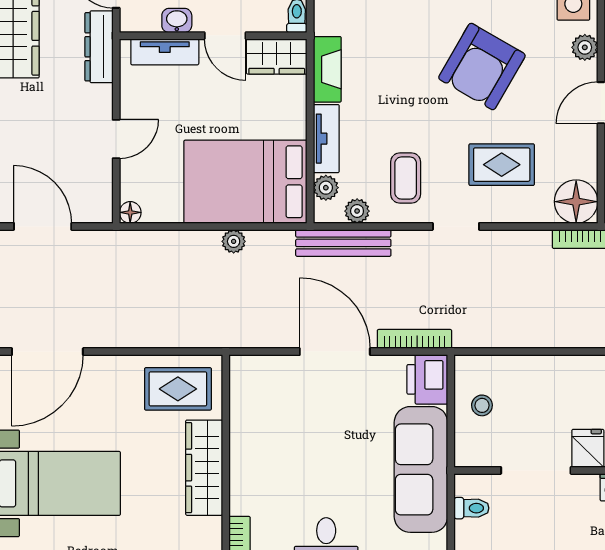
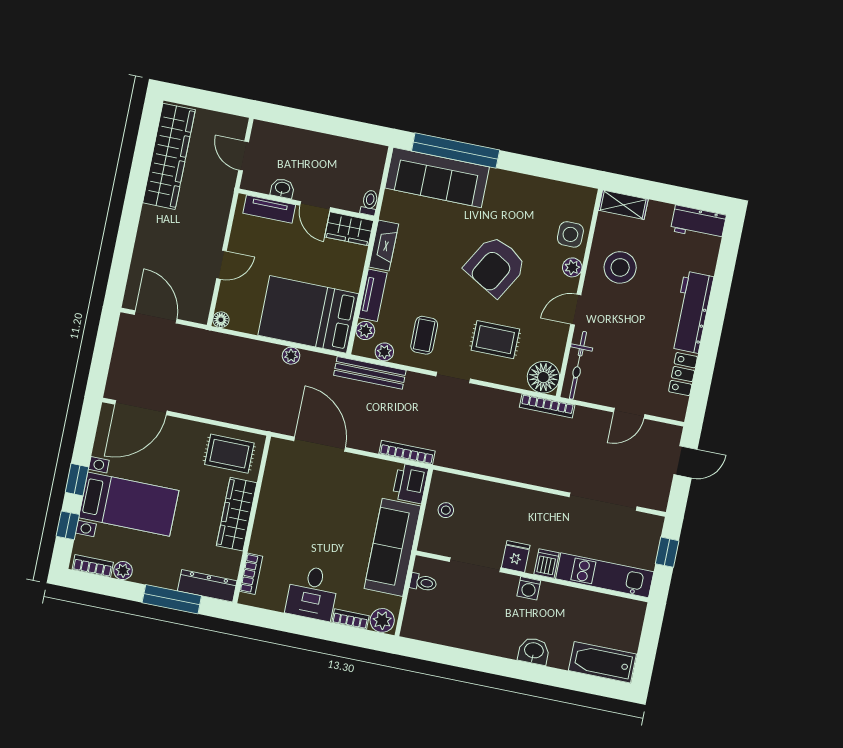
dresser: (99, 47) -> (223, 196), removed
door: (335, 352) -> (320, 444), moved

